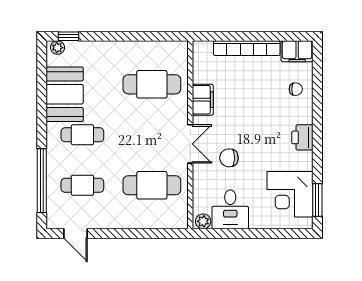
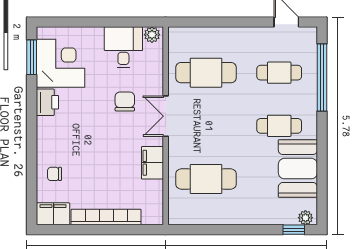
printer: (302, 137) -> (47, 102), moved
chair: (229, 158) -> (125, 102), turned -90

